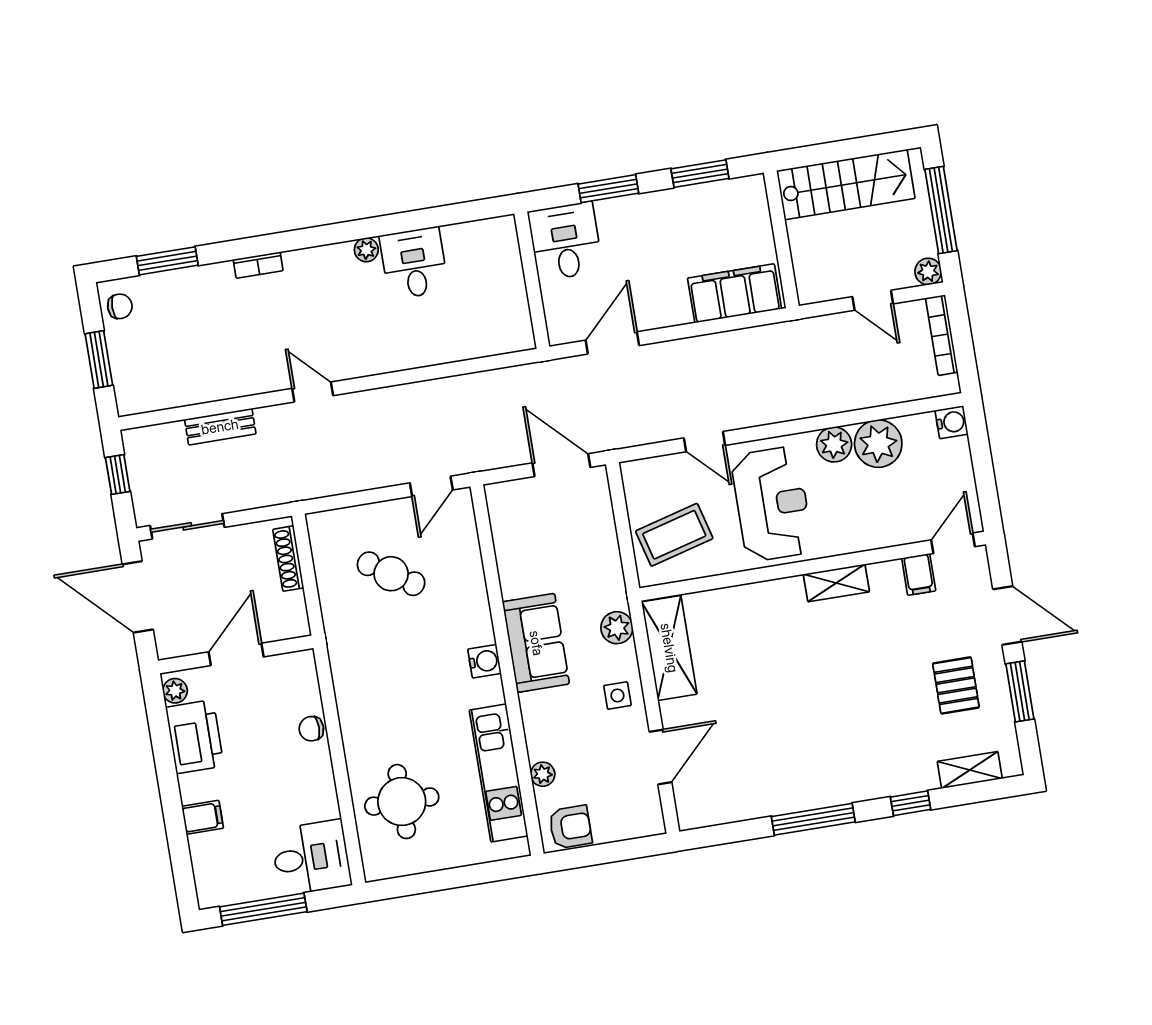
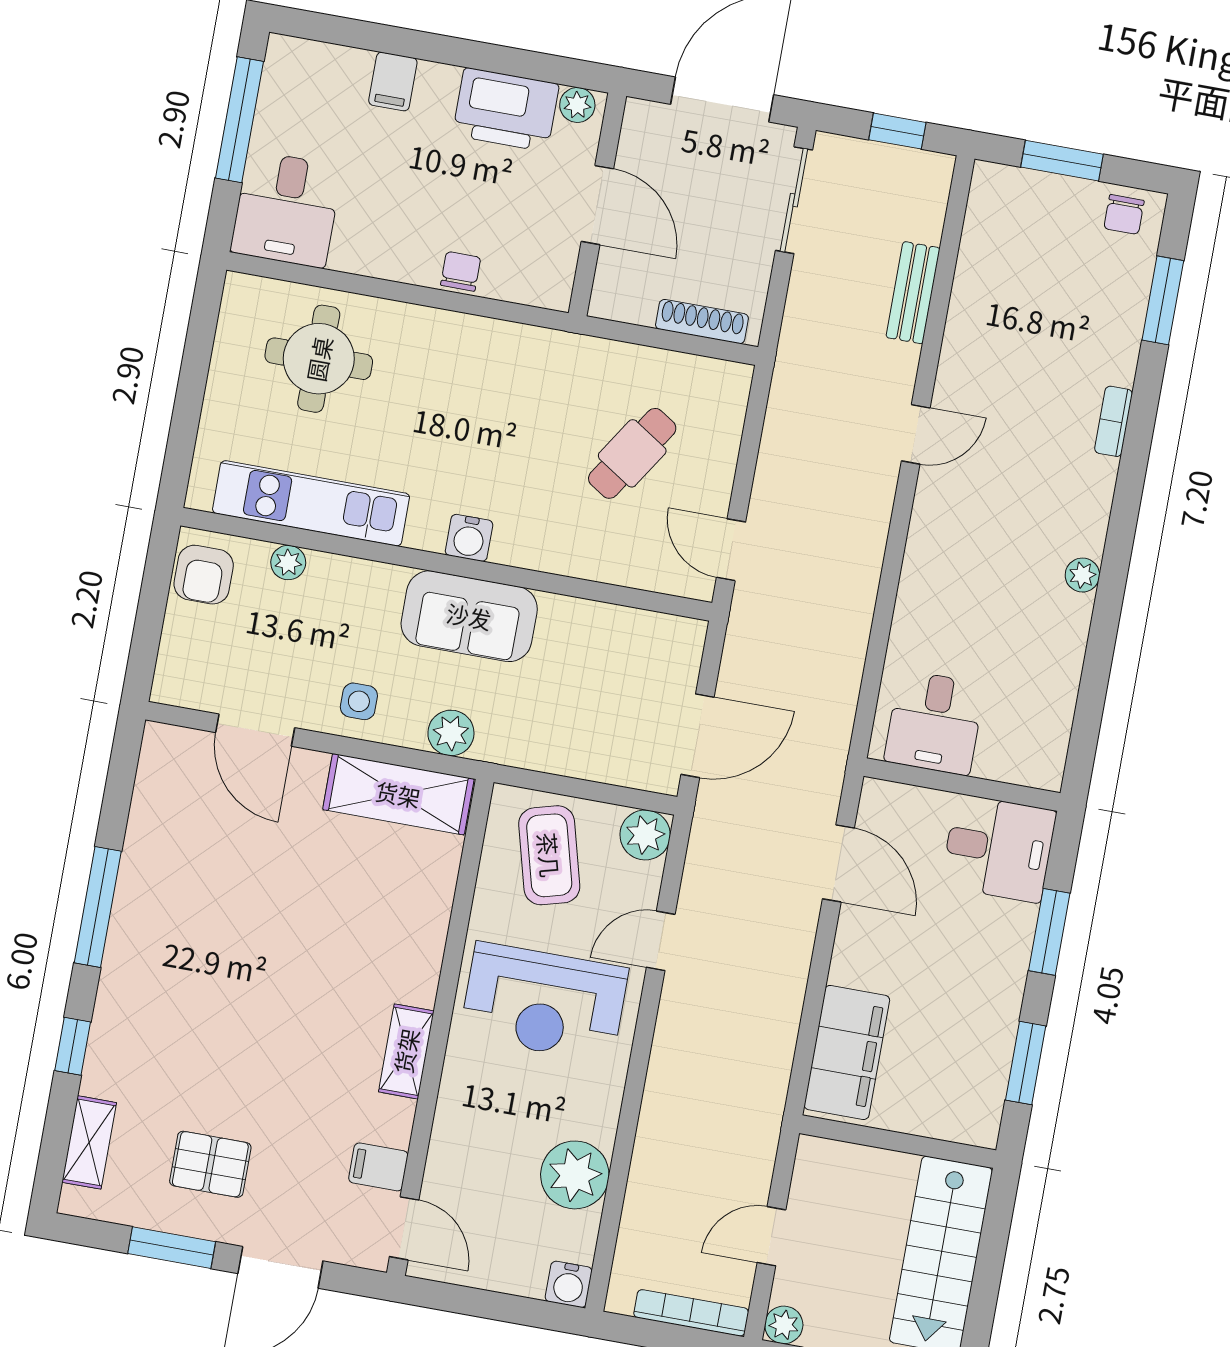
desk: (414, 263) -> (934, 723), moved, turned 90
plant: (834, 444) -> (645, 835), moved

